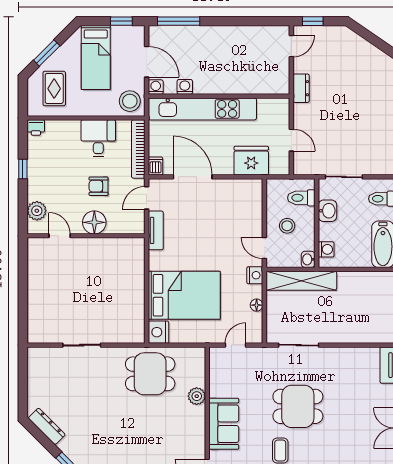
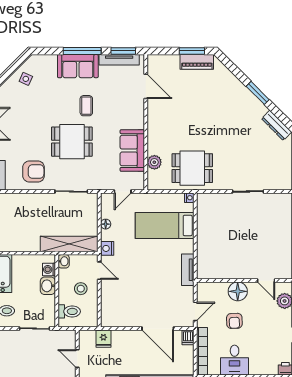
fridge: (251, 161) -> (103, 339), width x0.53, depth x0.75
armchair: (98, 186) -> (234, 321), turned 88
washbasin: (328, 211) -> (48, 286), moved
tv unit: (156, 230) -> (188, 270), moved
bed: (184, 295) -> (165, 225), width x0.67
nightstand: (158, 332) -> (189, 198), width x0.53, depth x0.56
armchair: (345, 370) -> (34, 172), added
plant: (197, 396) -> (154, 162), moved
sofa: (224, 424) -> (132, 151), moved

